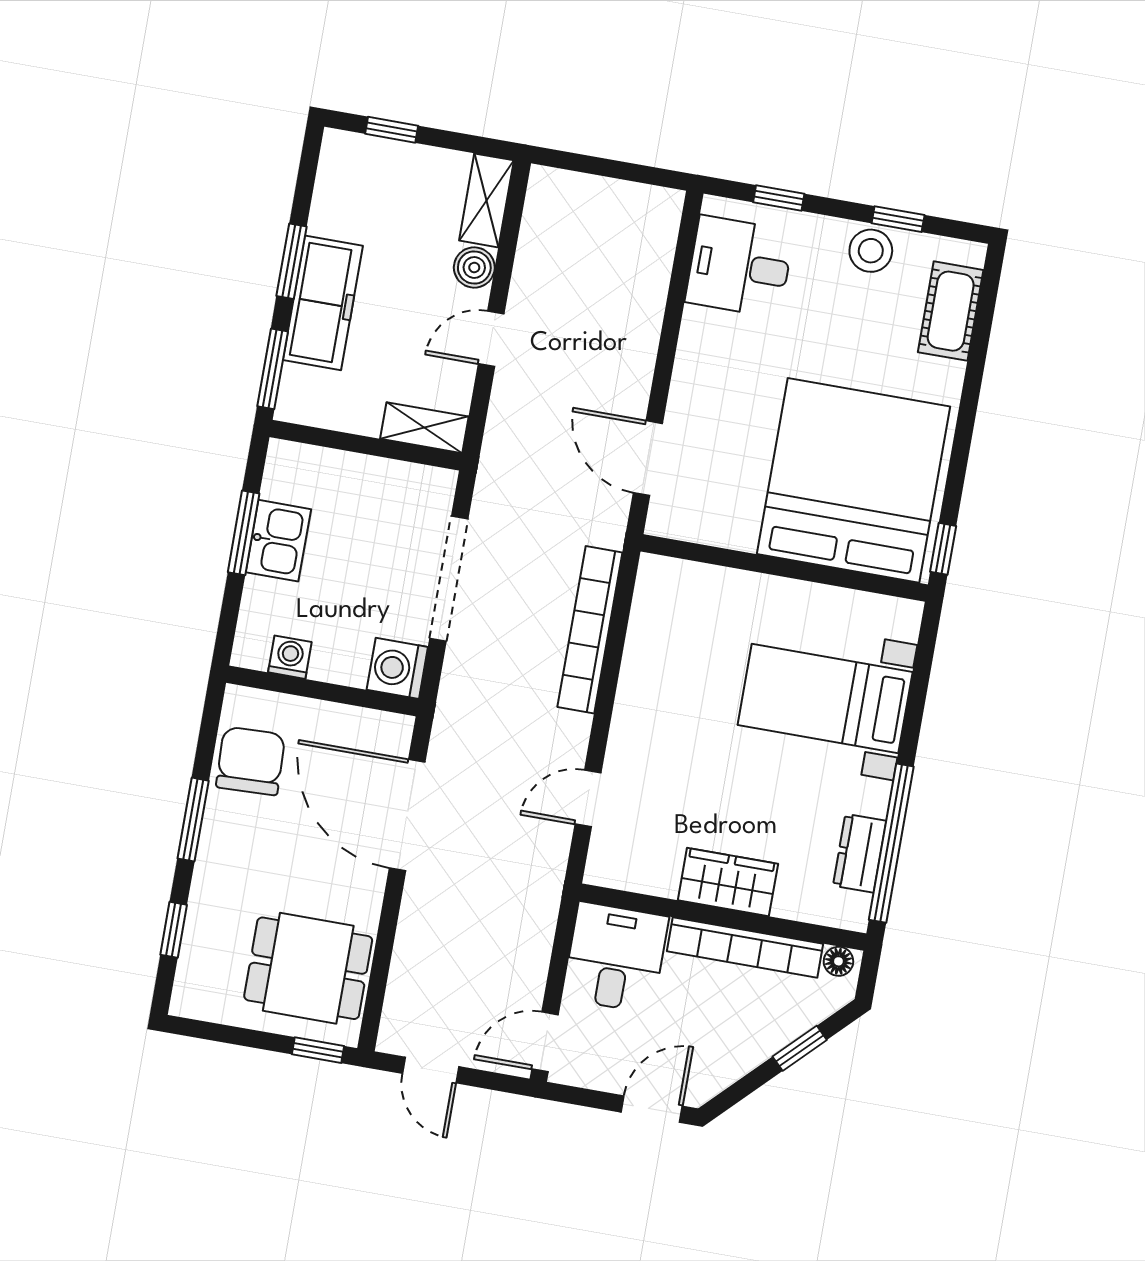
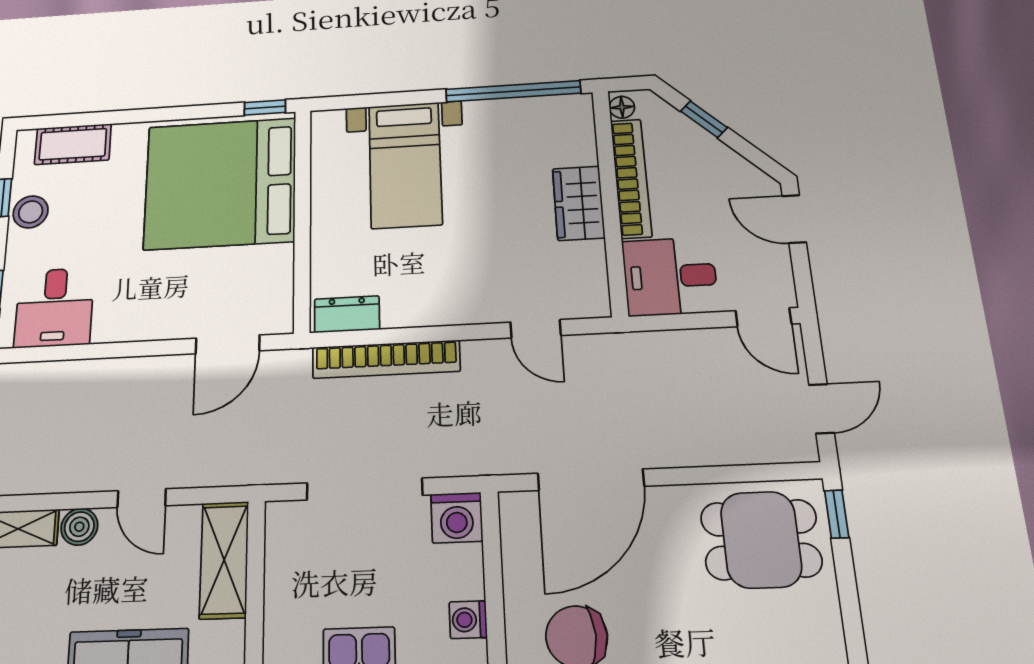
shelving: (424, 428) -> (224, 560), width x1.50, depth x1.33
dresser: (860, 853) -> (347, 314), moved, turned 180
dining table: (308, 968) -> (761, 540), turned 90

